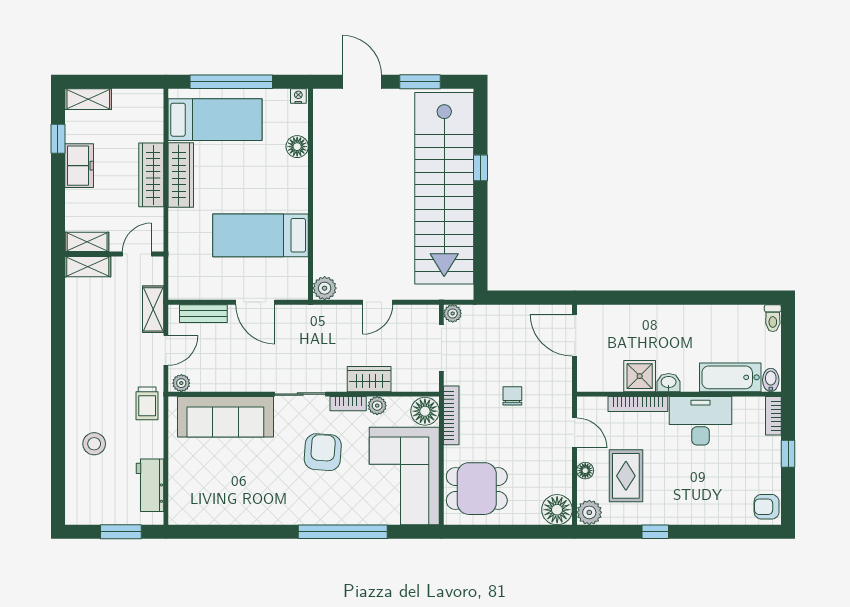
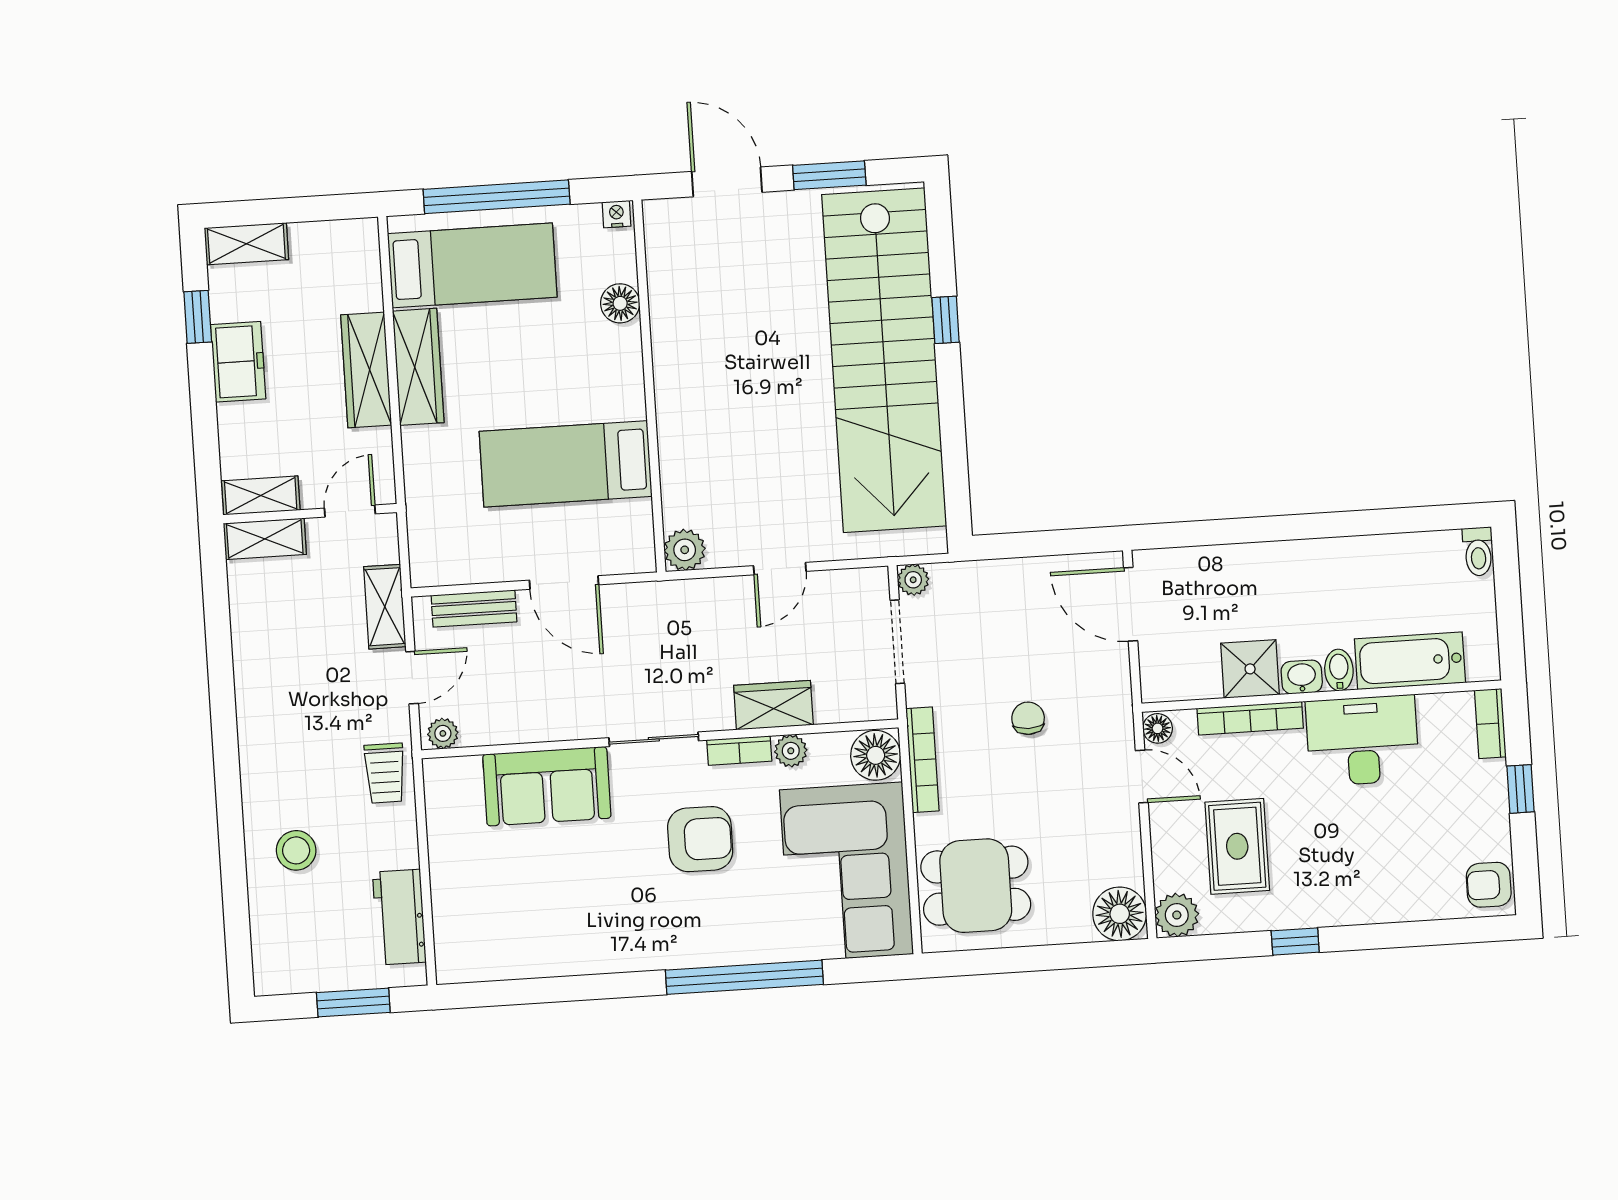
bidet: (771, 380) -> (1339, 670), moved
sofa: (225, 417) -> (547, 786), width x0.73
armchair: (323, 452) -> (700, 839), turned 86
floor lamp: (585, 471) -> (1158, 728), moved

